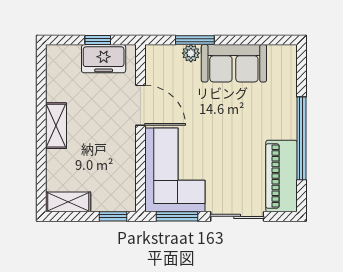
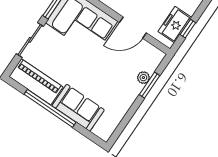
sofa: (234, 63) -> (78, 108), moved, turned 90

